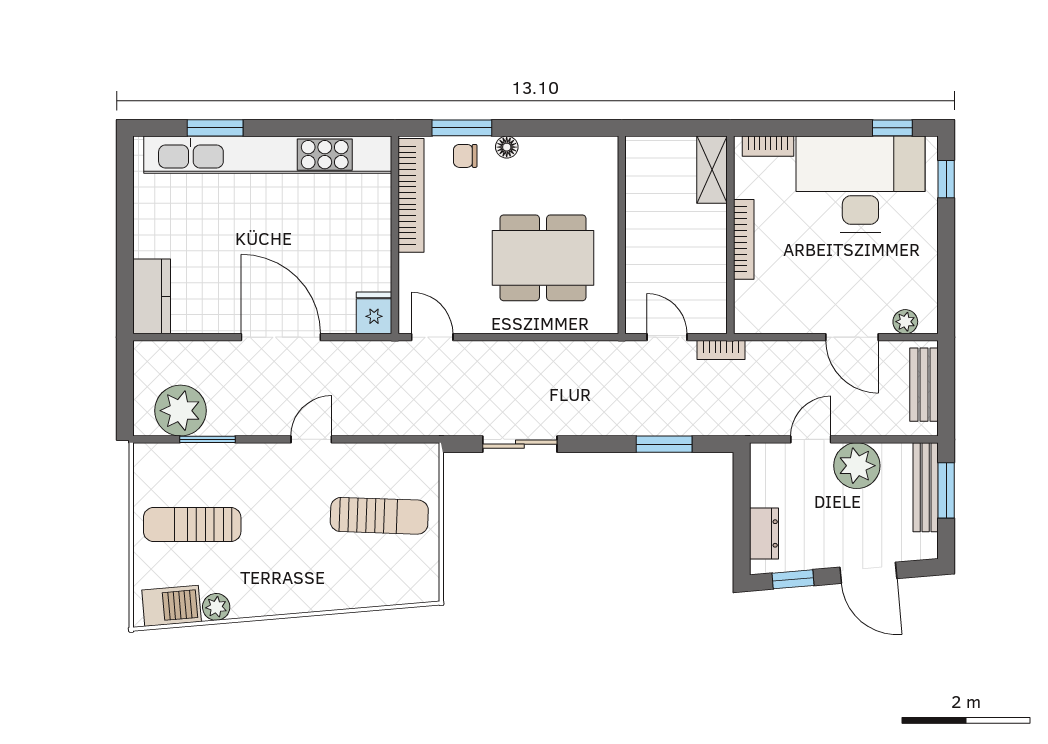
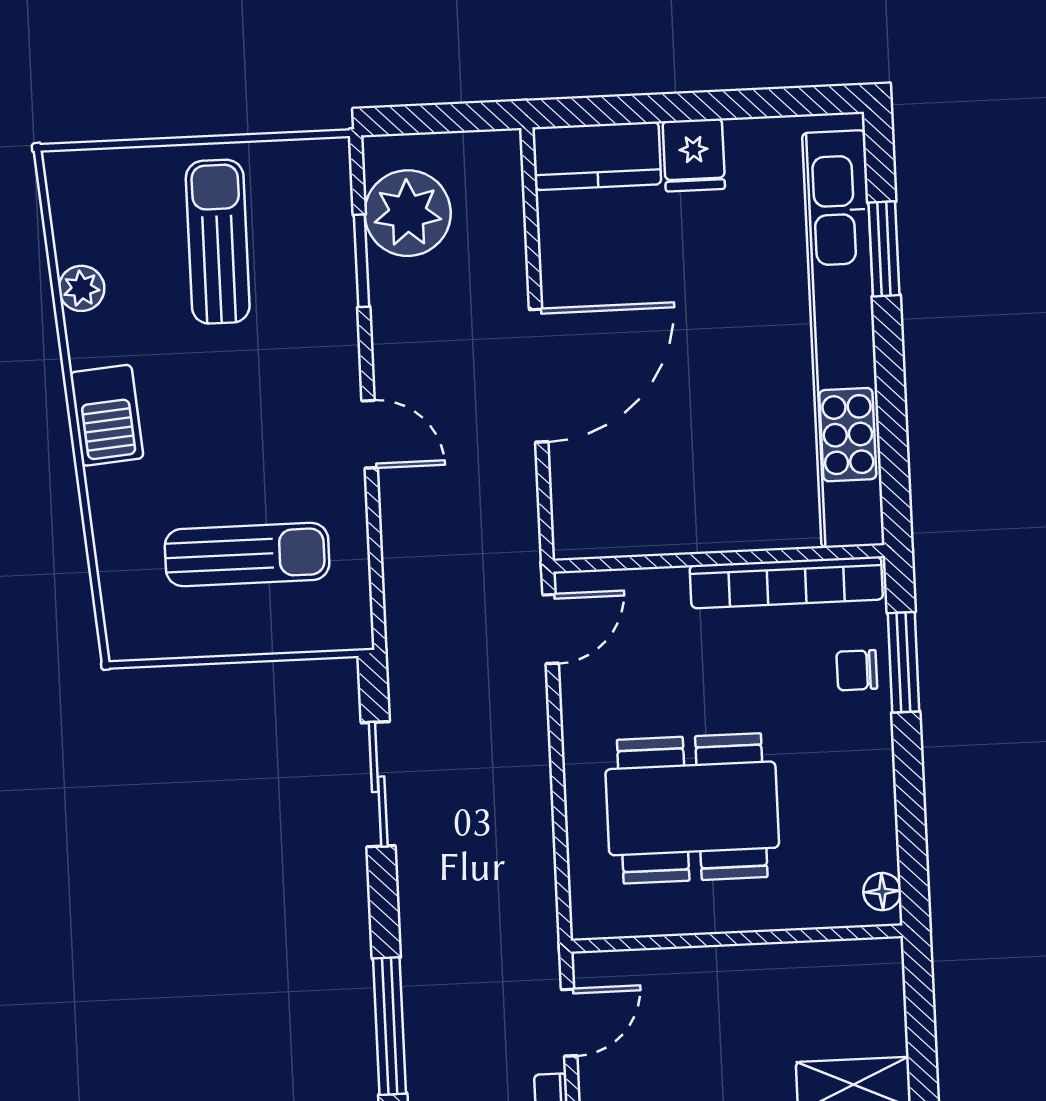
floor lamp: (507, 147) -> (882, 892), moved
chair: (465, 156) -> (857, 670), turned -90
dining table: (543, 258) -> (692, 808), turned 90
fridge: (374, 313) -> (694, 155), moved, turned 90
window: (664, 444) -> (390, 1026), width x1.44
sun lounger: (379, 516) -> (247, 555), turned -92
barbecue: (172, 606) -> (107, 415), moved

